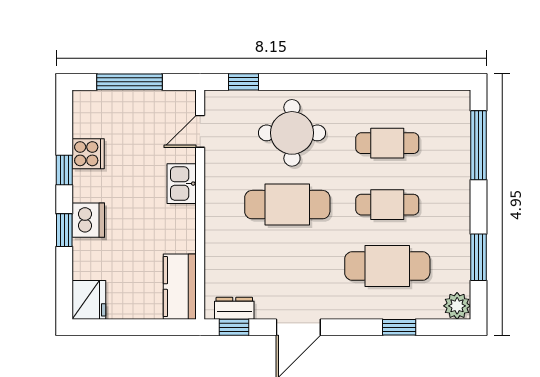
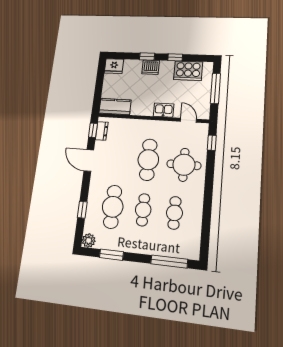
cooker: (88, 154) -> (188, 71), width x1.87, depth x1.31

